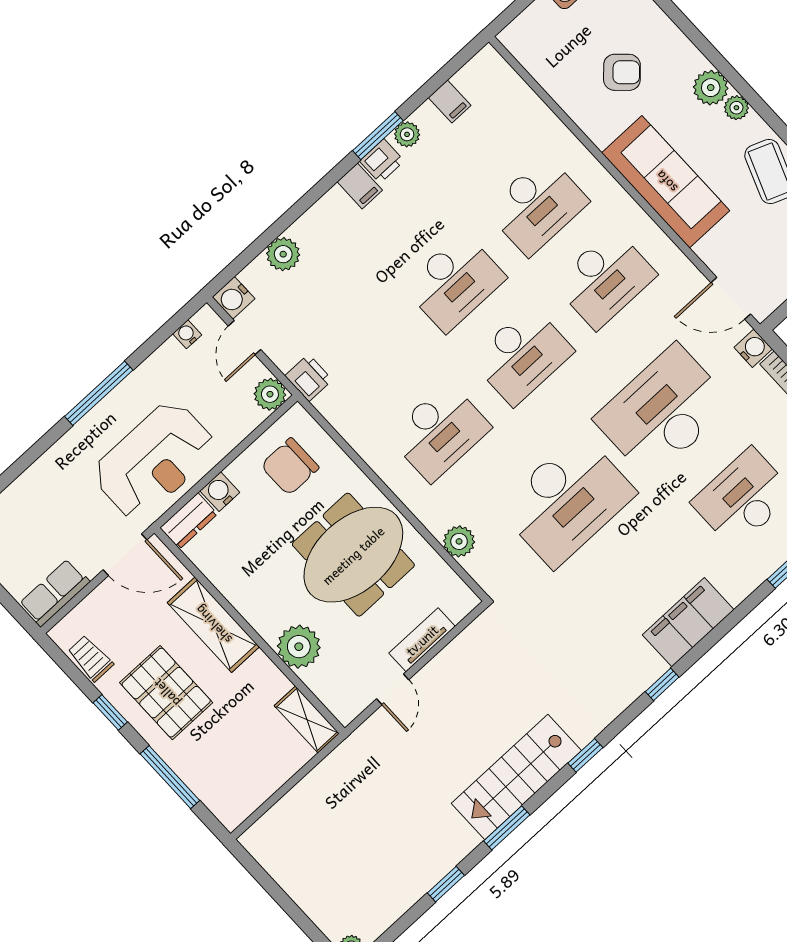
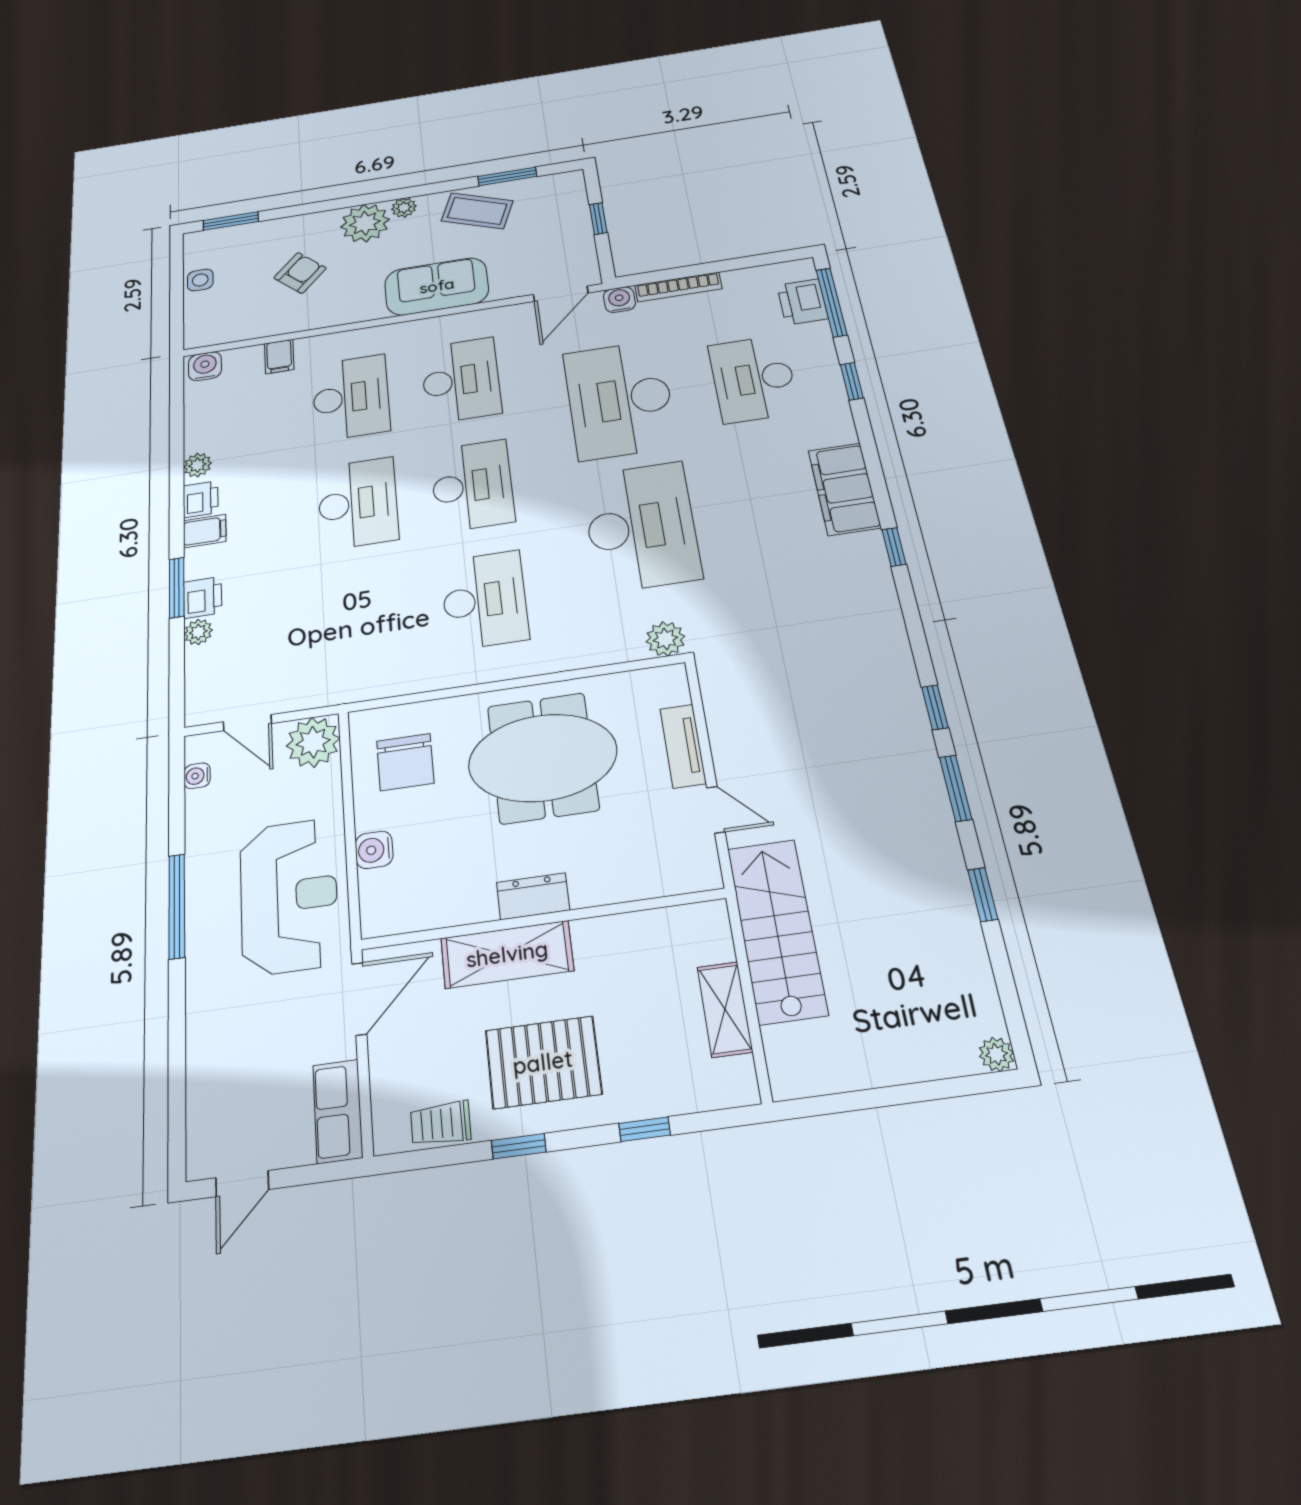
plant: (711, 88) -> (365, 223), width x1.36, depth x1.36
filing cabinet: (450, 101) -> (279, 357), moved, turned 90
window: (378, 136) -> (177, 588), moved
sofa: (666, 182) -> (437, 286), width x0.73
plant: (283, 254) -> (198, 632), width x0.73, depth x0.73
water cooler: (234, 298) -> (205, 366), moved, turned 180
printer: (309, 378) -> (203, 597), moved, turned 90
plant: (270, 394) -> (313, 742), width x1.36, depth x1.36
dresser: (189, 521) -> (533, 896), moved, turned -90
plant: (459, 541) -> (665, 639), moved
meeting table: (353, 555) -> (543, 758), turned 90
plant: (299, 647) -> (598, 878), removed
shelving: (307, 720) -> (725, 1009), moved, turned 90
window: (585, 755) -> (935, 707), moved
window: (170, 777) -> (645, 1129), width x0.46
stairs: (516, 777) -> (777, 930), moved, turned 180

